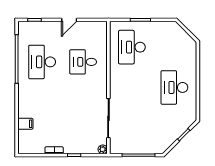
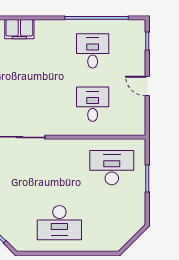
desk: (42, 62) -> (93, 51), width x0.73
desk: (174, 87) -> (59, 223), turned 180
filing cabinet: (25, 124) -> (19, 29), width x2.00

